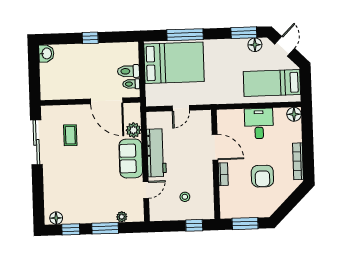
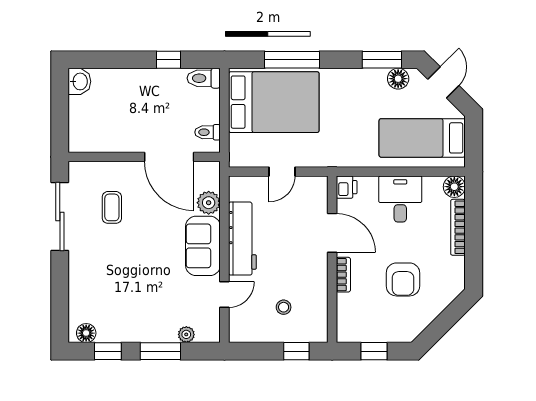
window: (90, 38) -> (169, 60), moved
toilet: (128, 71) -> (204, 78), moved
printer: (224, 117) -> (347, 187), added
bookcase: (298, 161) -> (458, 227), moved
window: (245, 224) -> (374, 351), width x0.67

